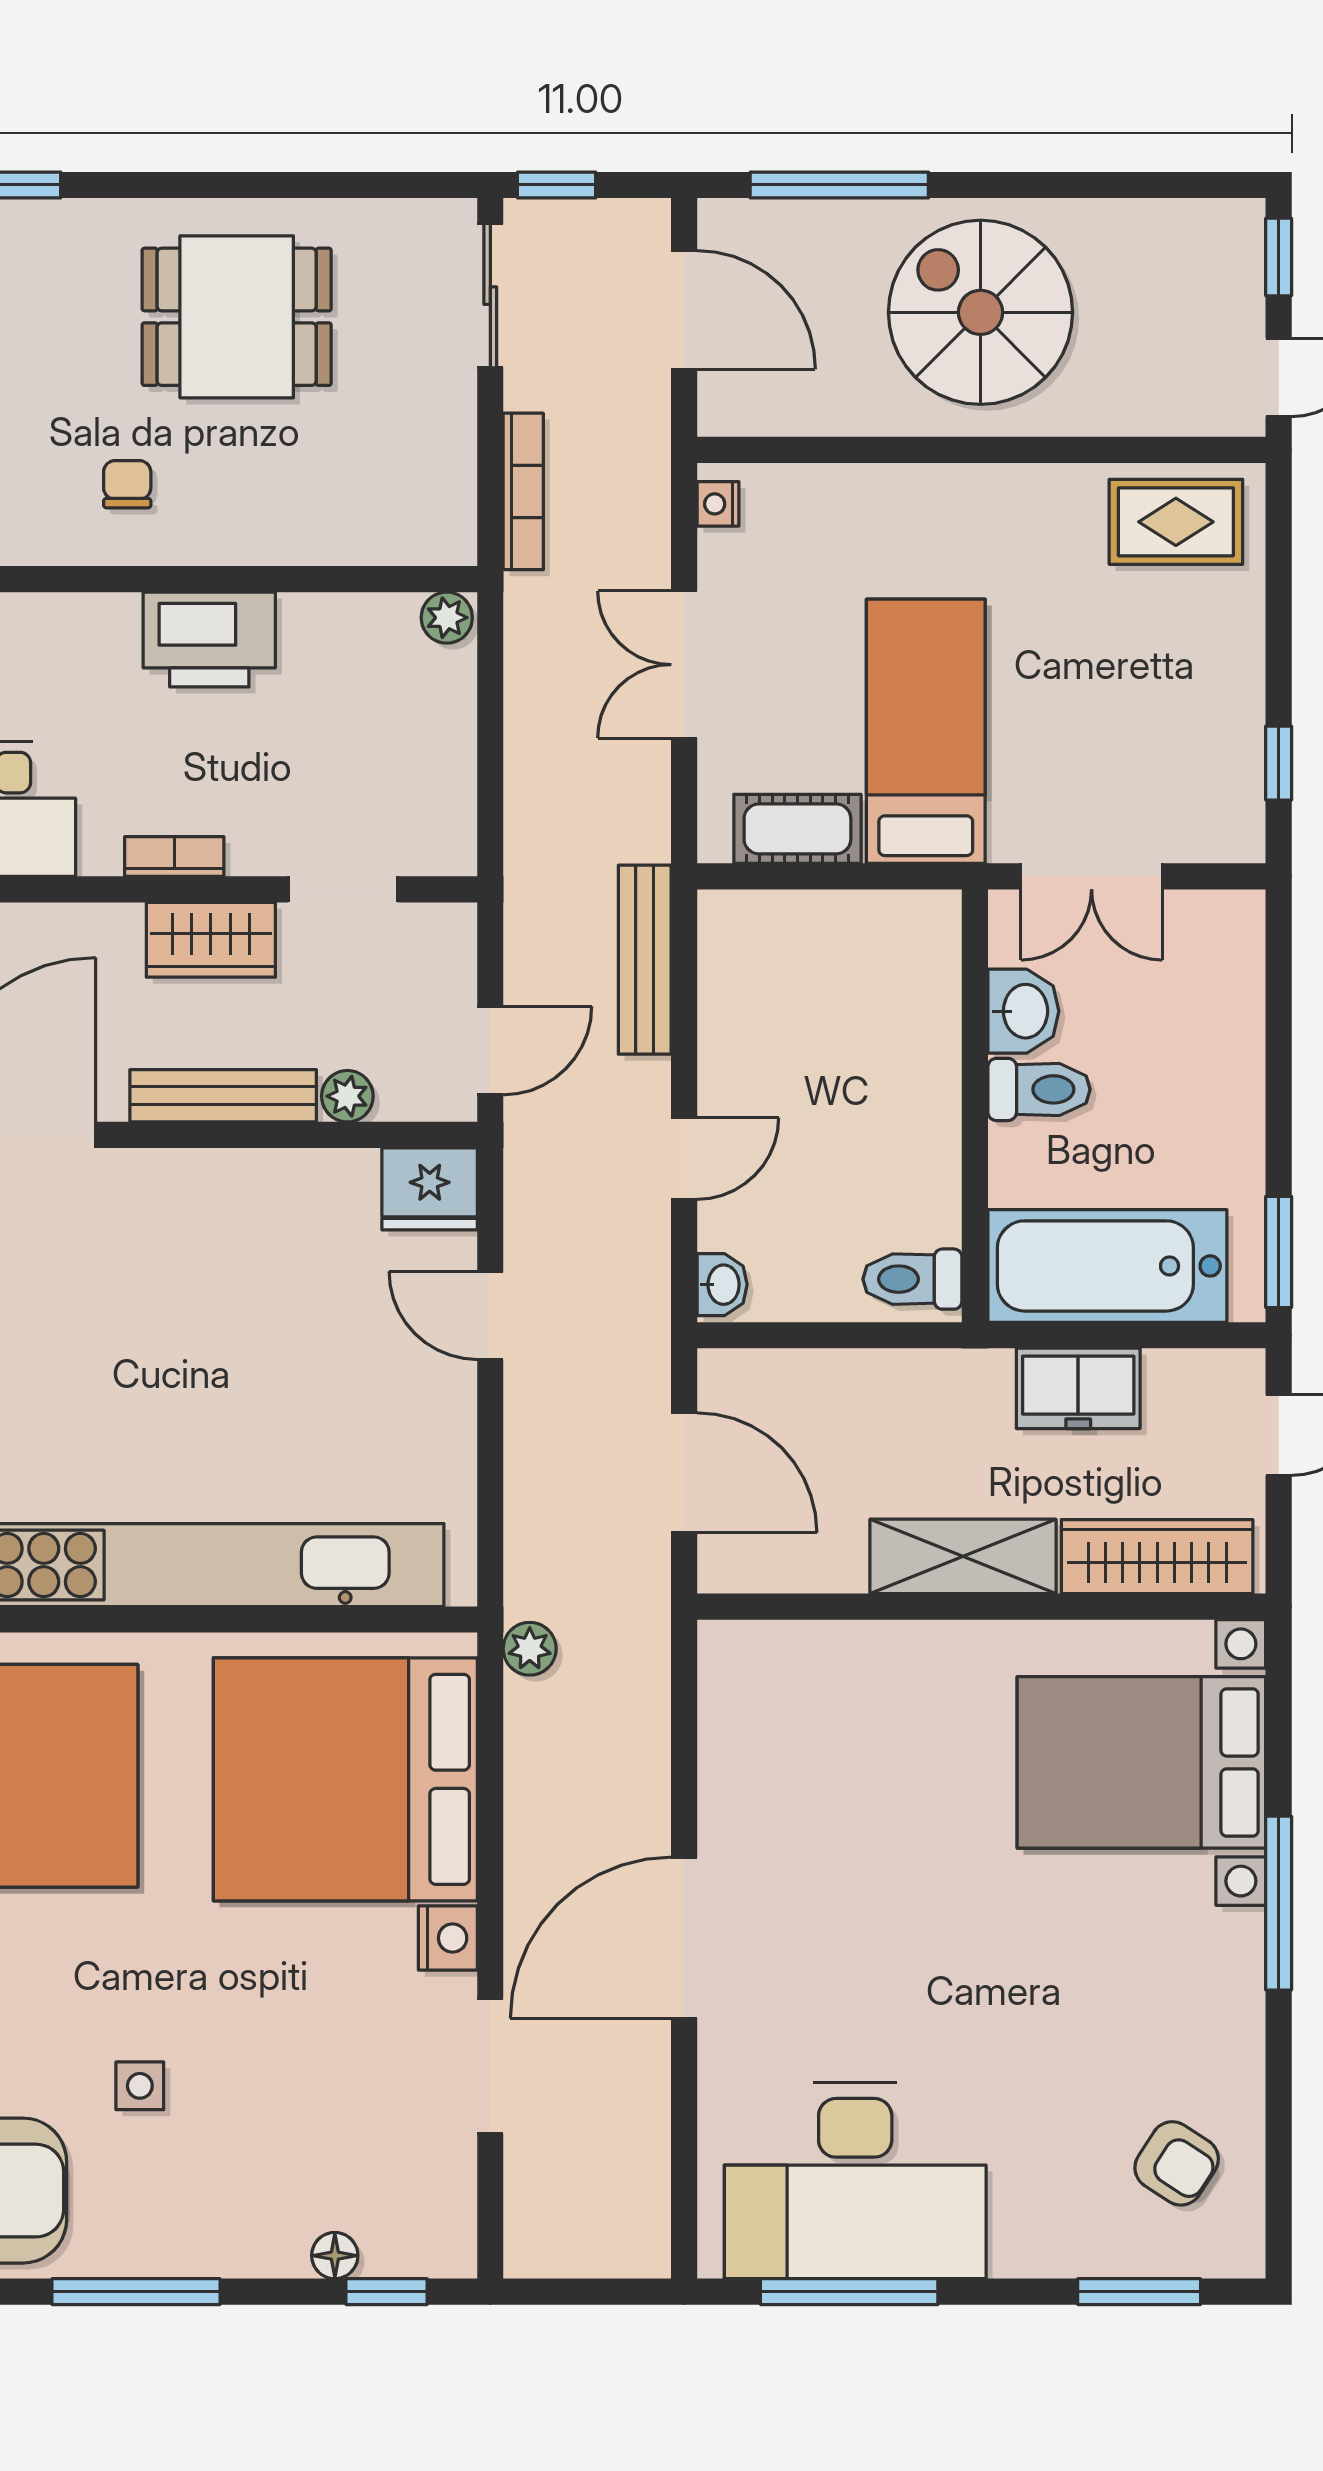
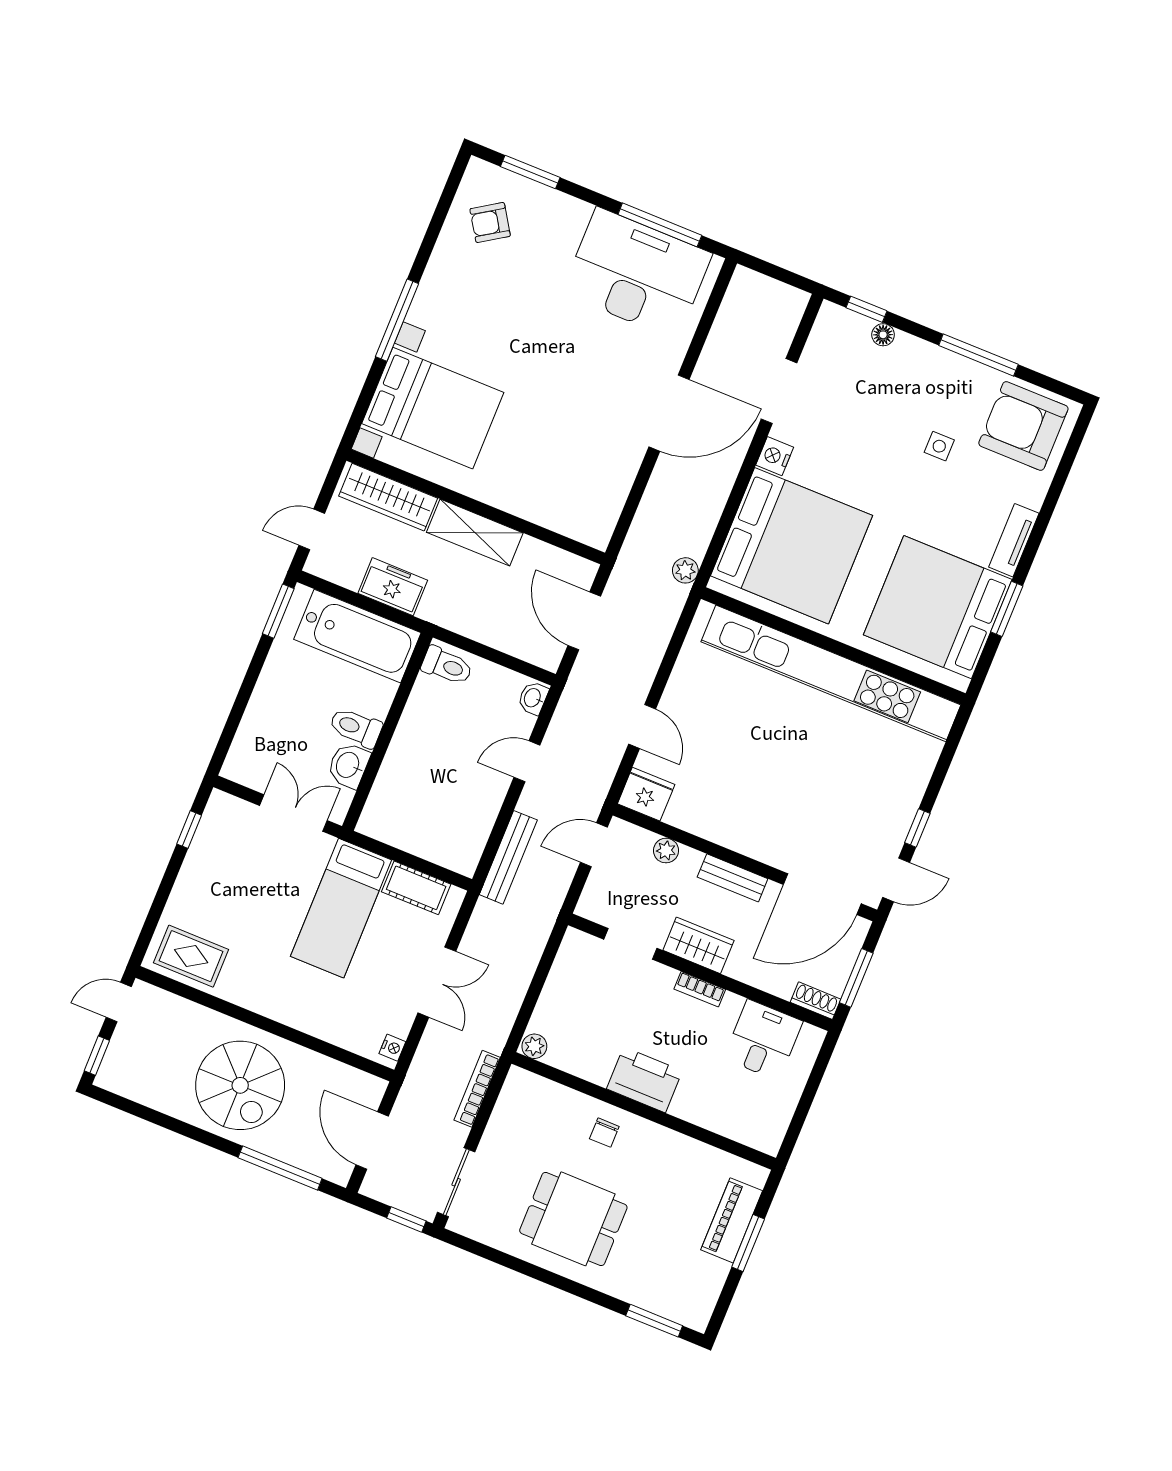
chair: (127, 484) -> (604, 1133), moved
bench: (223, 1096) -> (733, 878), width x0.73
armchair: (1177, 2163) -> (490, 222), turned -66

